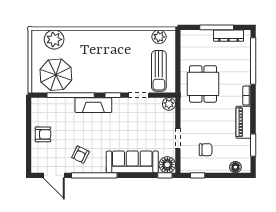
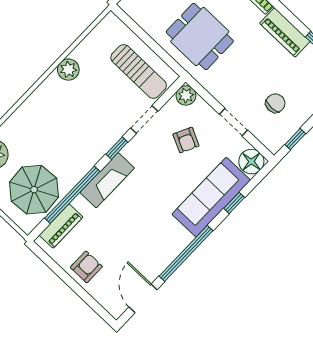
plant: (159, 37) -> (68, 70), moved
piano: (51, 104) -> (61, 226), added
armchair: (80, 155) -> (186, 140), moved
door: (54, 175) -> (143, 298), swing flipped
window: (165, 175) -> (234, 203), moved

